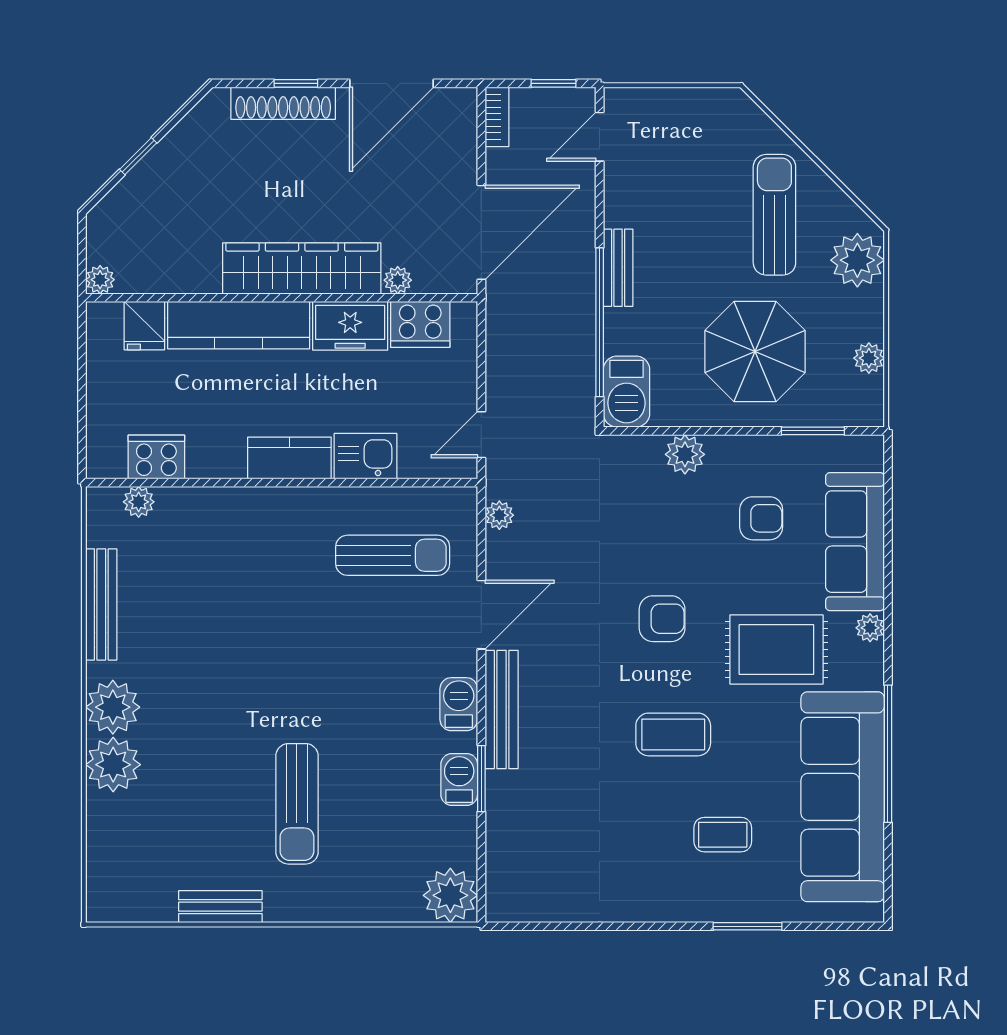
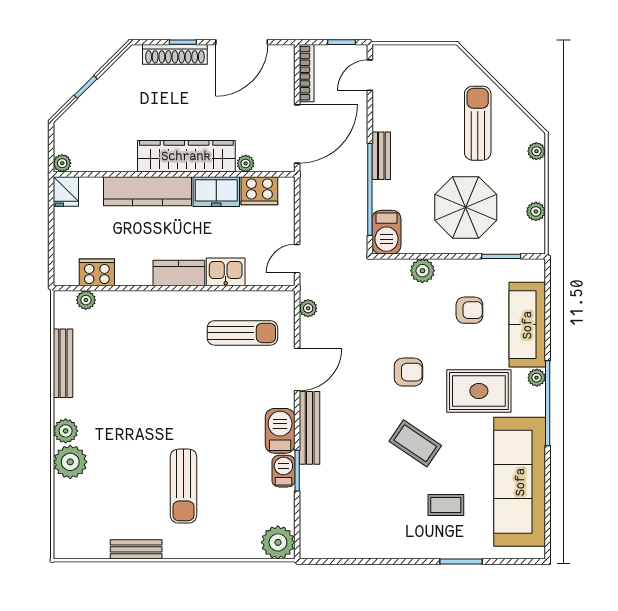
bookcase: (497, 117) -> (307, 73), width x1.56
plant: (857, 260) -> (536, 151), width x0.53, depth x0.53
fridge: (144, 326) -> (66, 191), moved
barbecue: (459, 704) -> (280, 431), width x1.38, depth x1.27
plant: (113, 707) -> (66, 431), width x0.73, depth x0.73
coffee table: (673, 734) -> (415, 443), turned 34
window: (888, 754) -> (548, 403), moved

